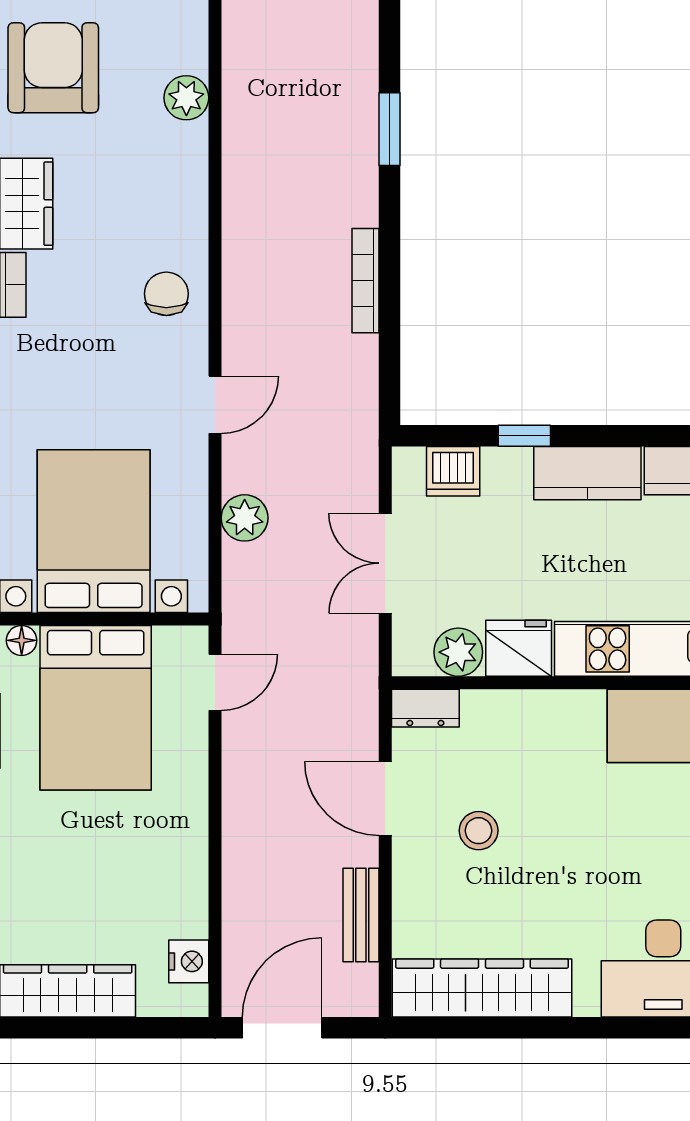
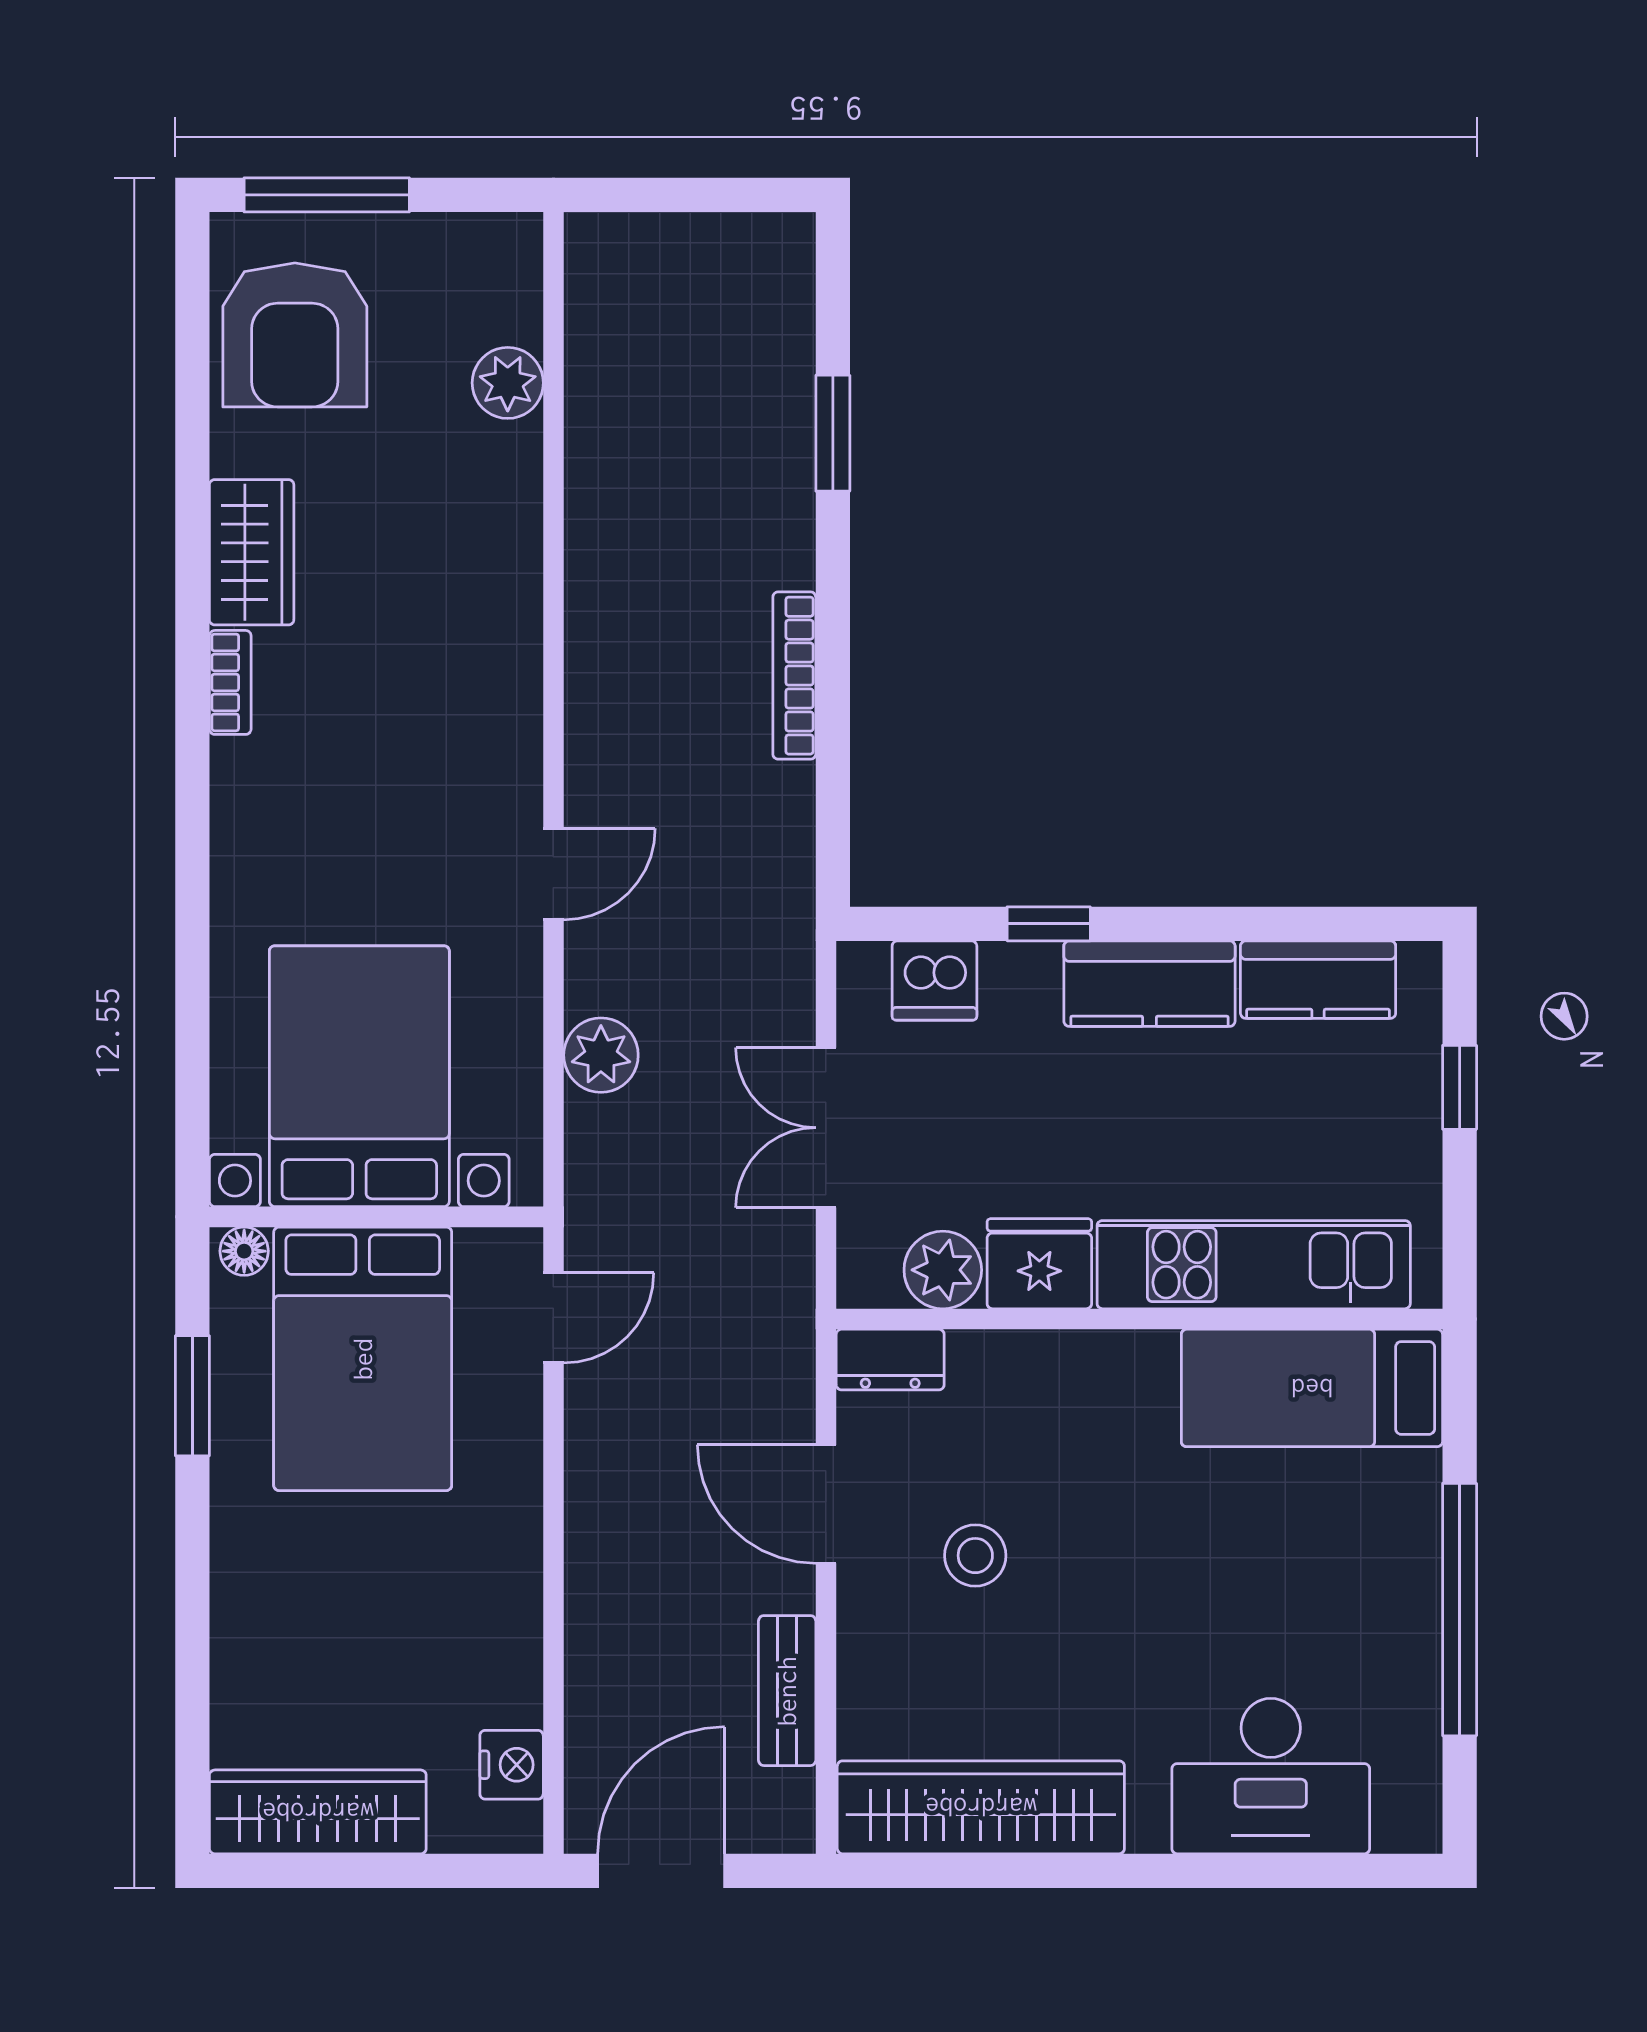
armchair: (53, 68) -> (295, 335), turned 180
chair: (166, 294) -> (476, 697), removed

